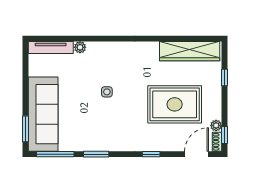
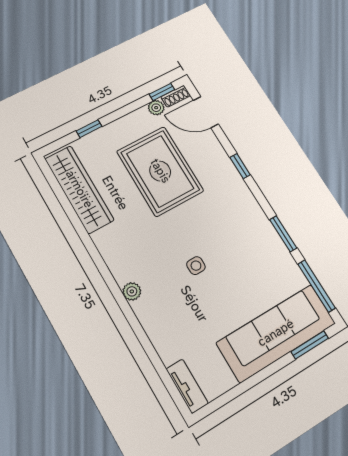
plant: (80, 47) -> (132, 291), moved
tv unit: (51, 48) -> (187, 386), width x0.71

